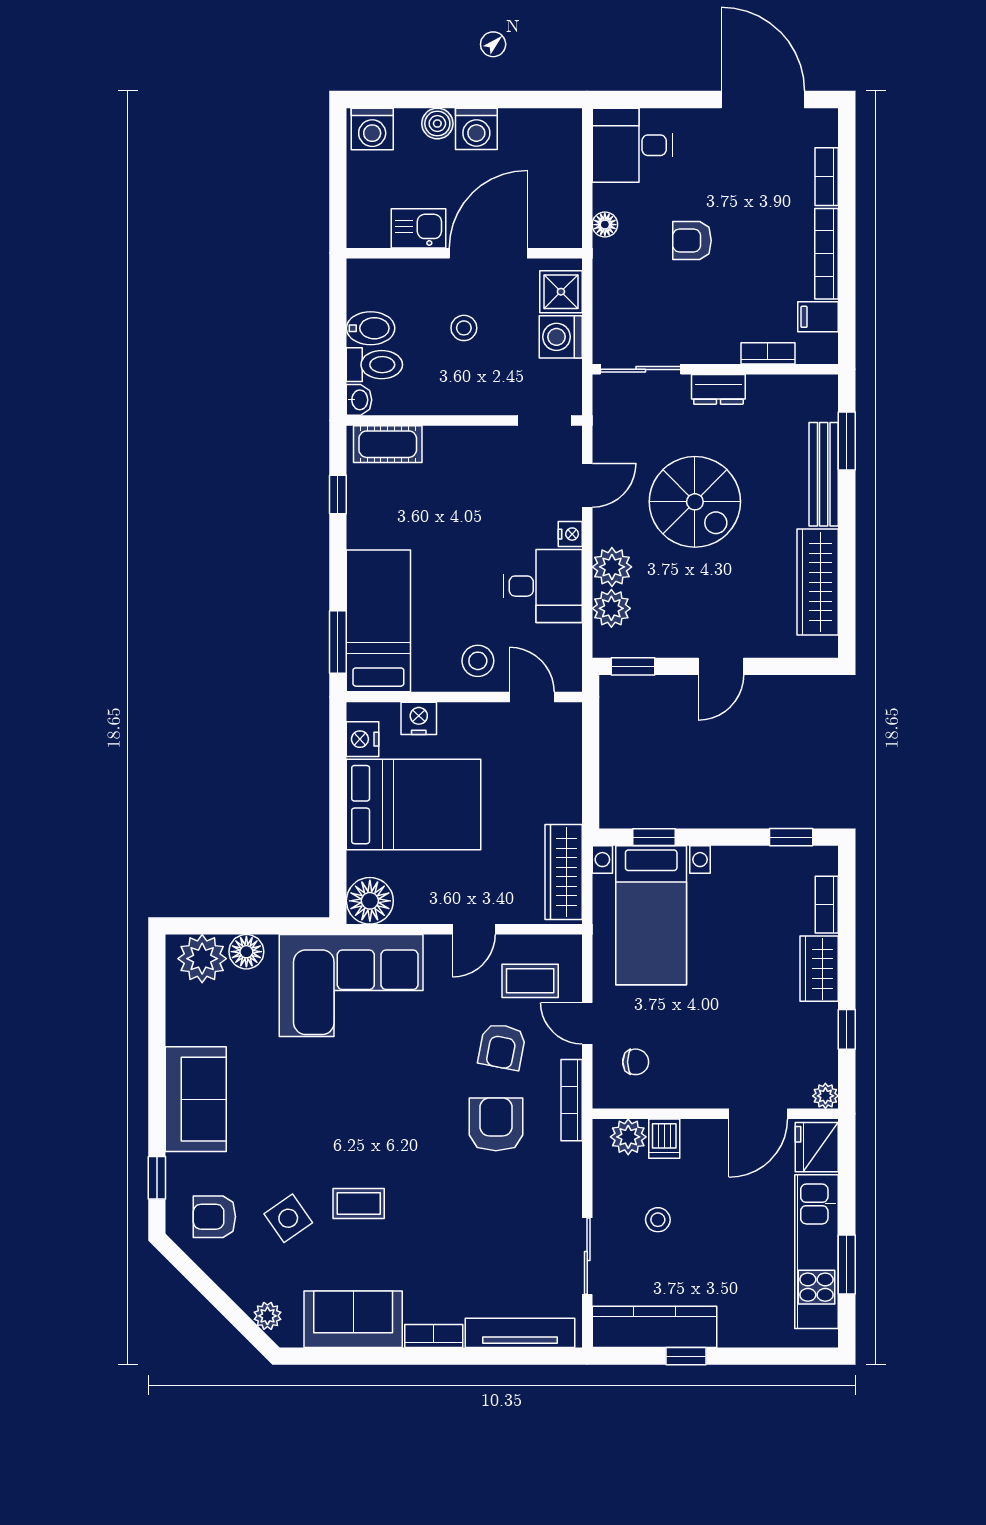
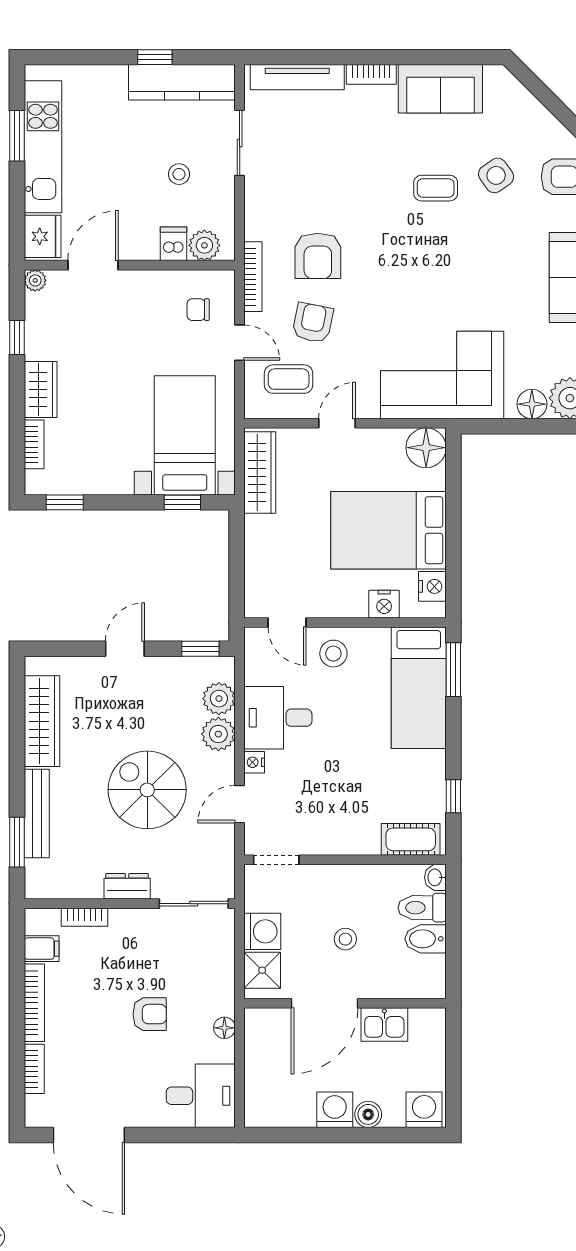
plant: (267, 1316) -> (514, 92), removed

